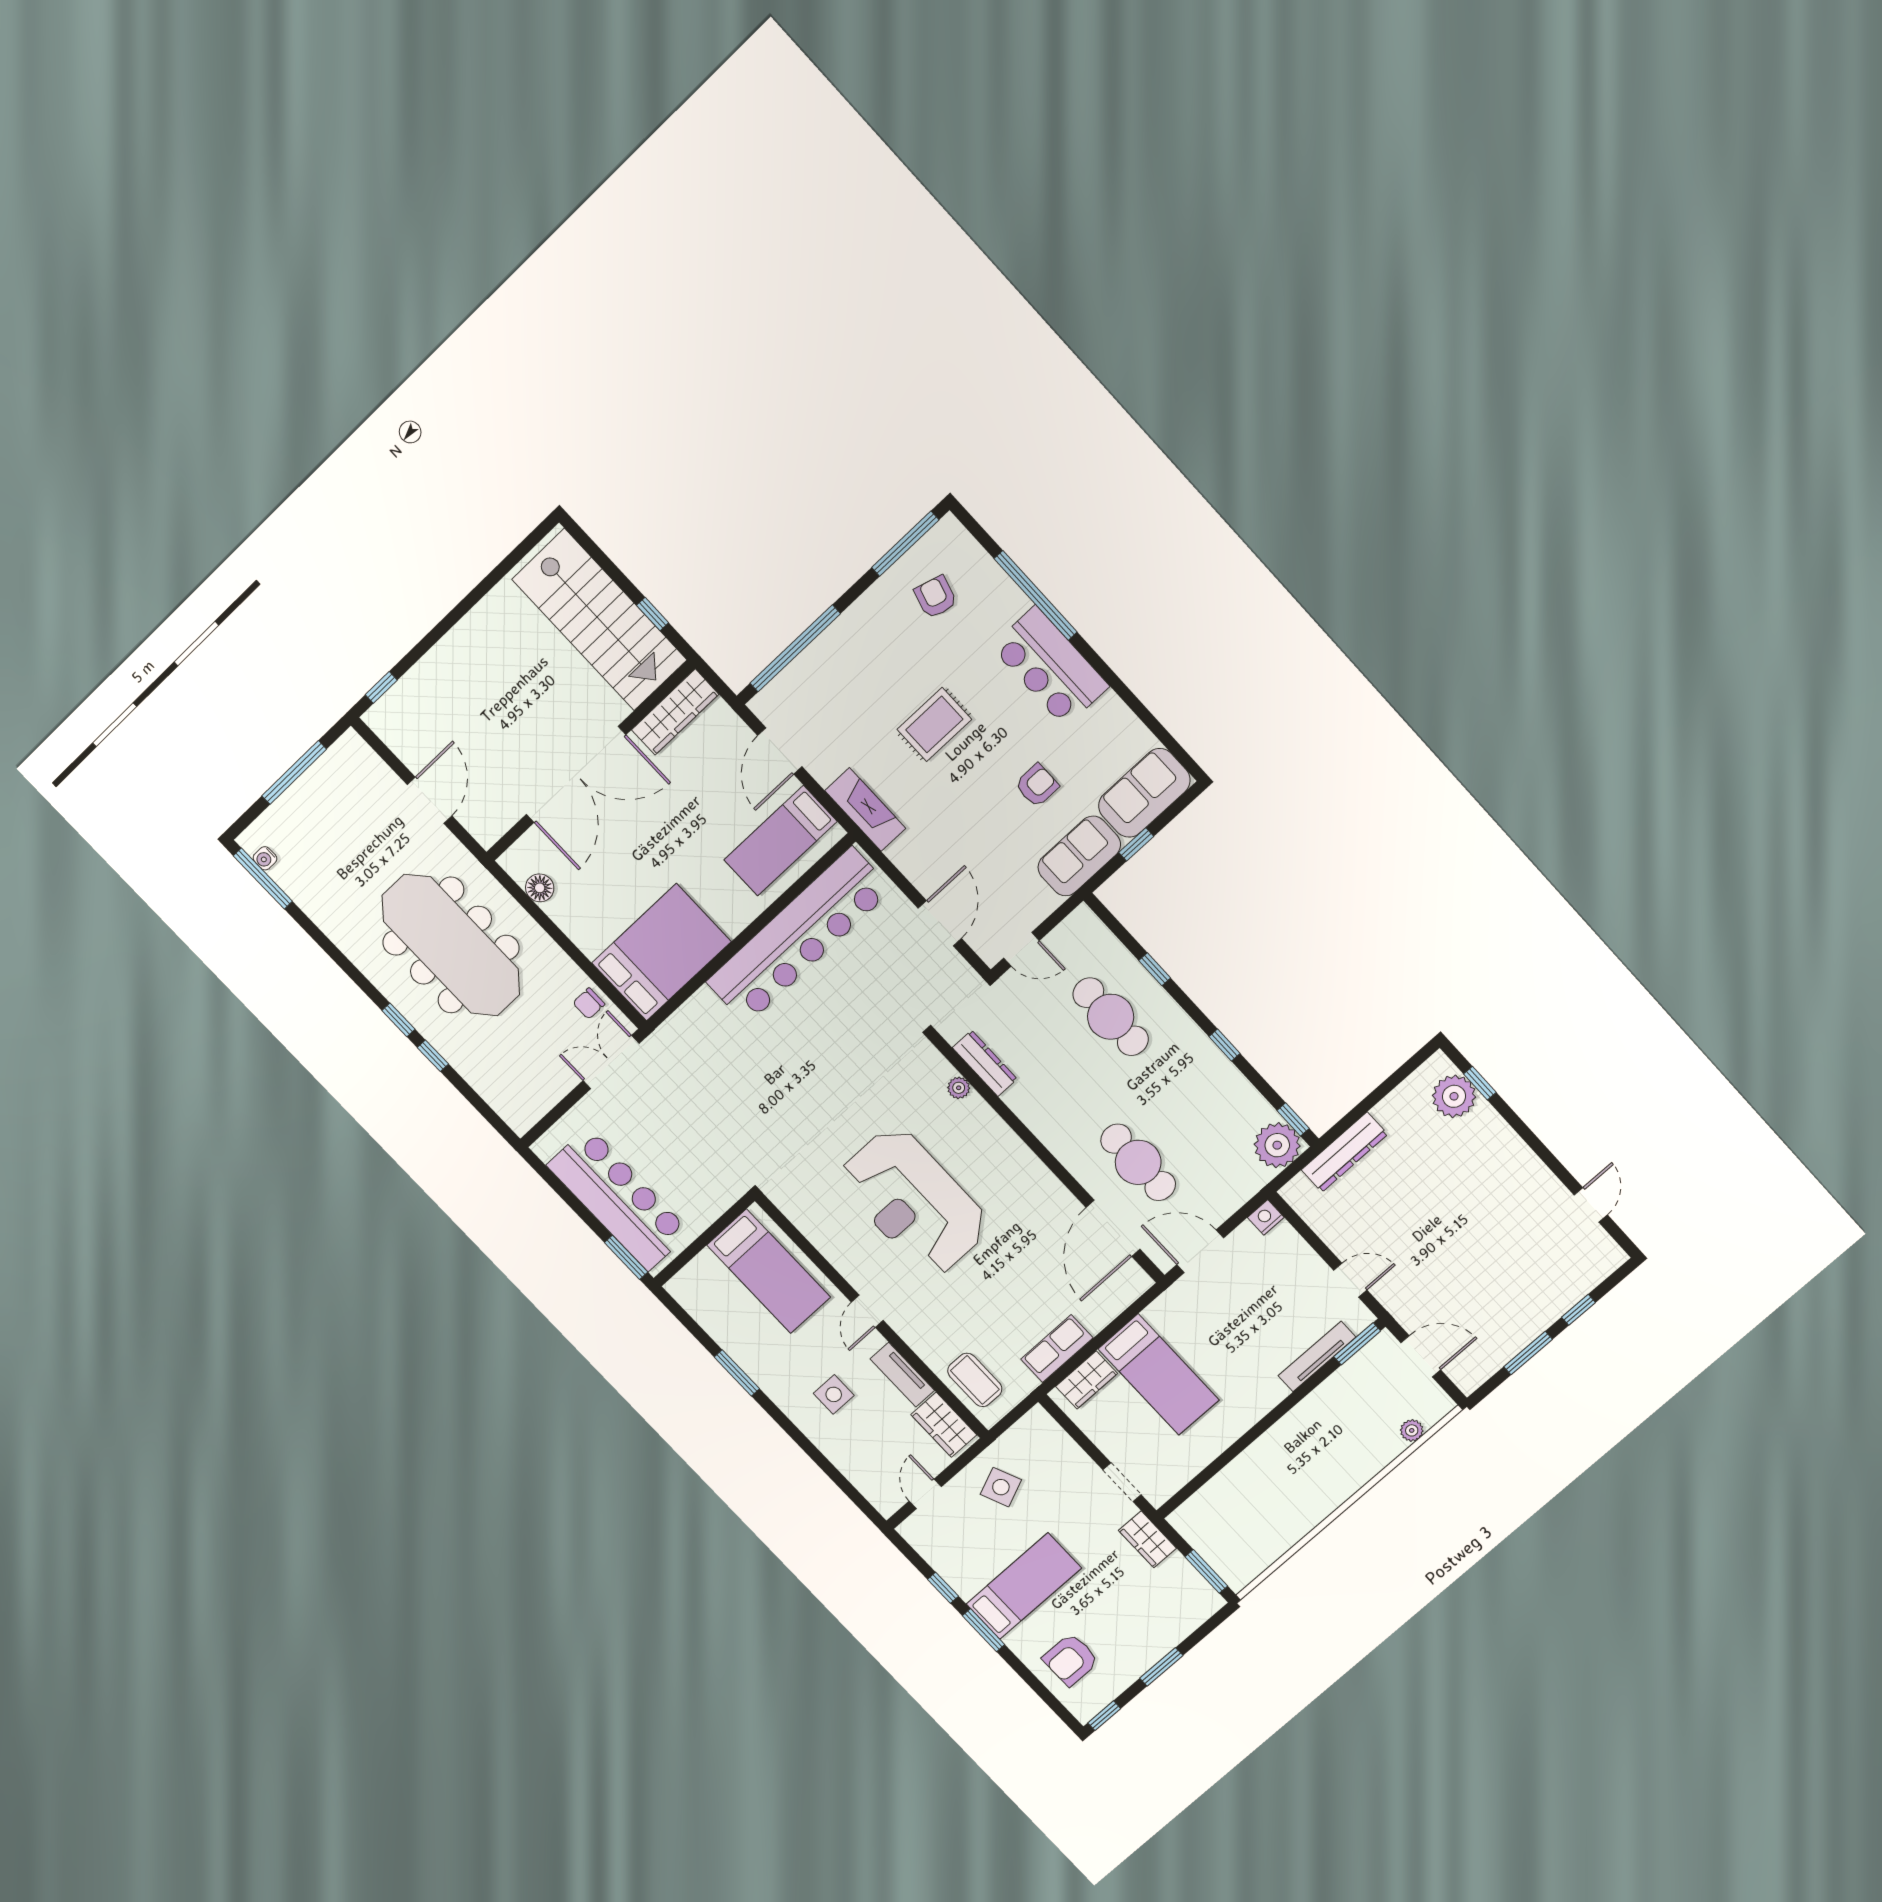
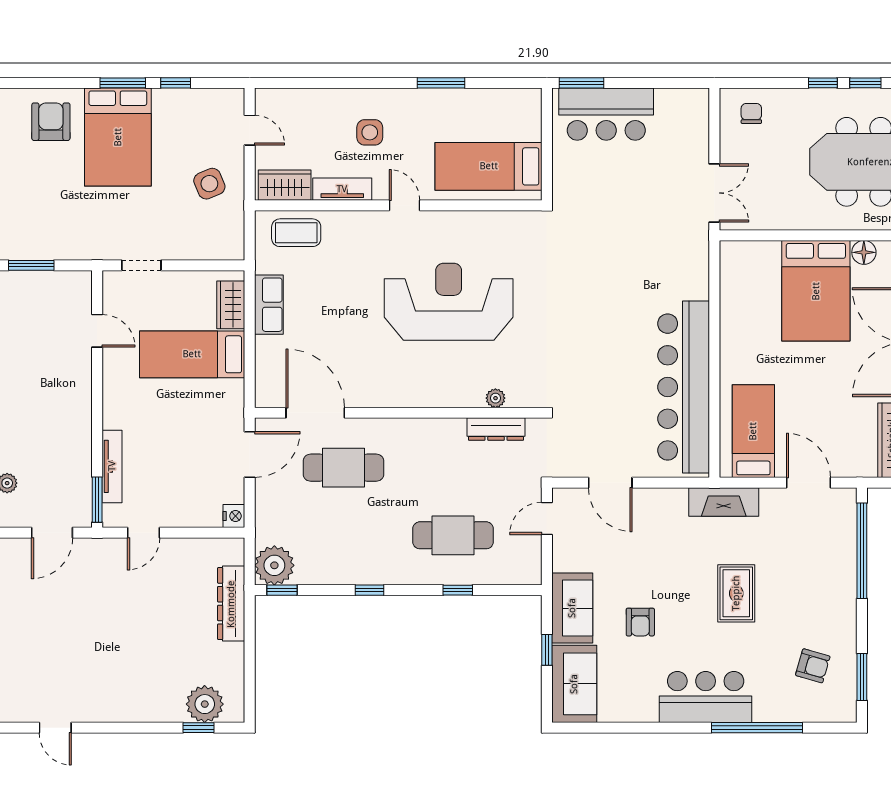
window: (905, 544) -> (862, 677), width x0.69
bed: (661, 952) -> (816, 291), moved
chair: (589, 1004) -> (751, 114), moved
bar counter: (619, 1199) -> (606, 114), width x0.73
door: (1212, 1470) -> (97, 331), added
wardrobe: (1147, 1539) -> (88, 247), removed
bed: (1024, 1586) -> (118, 137), width x1.50

